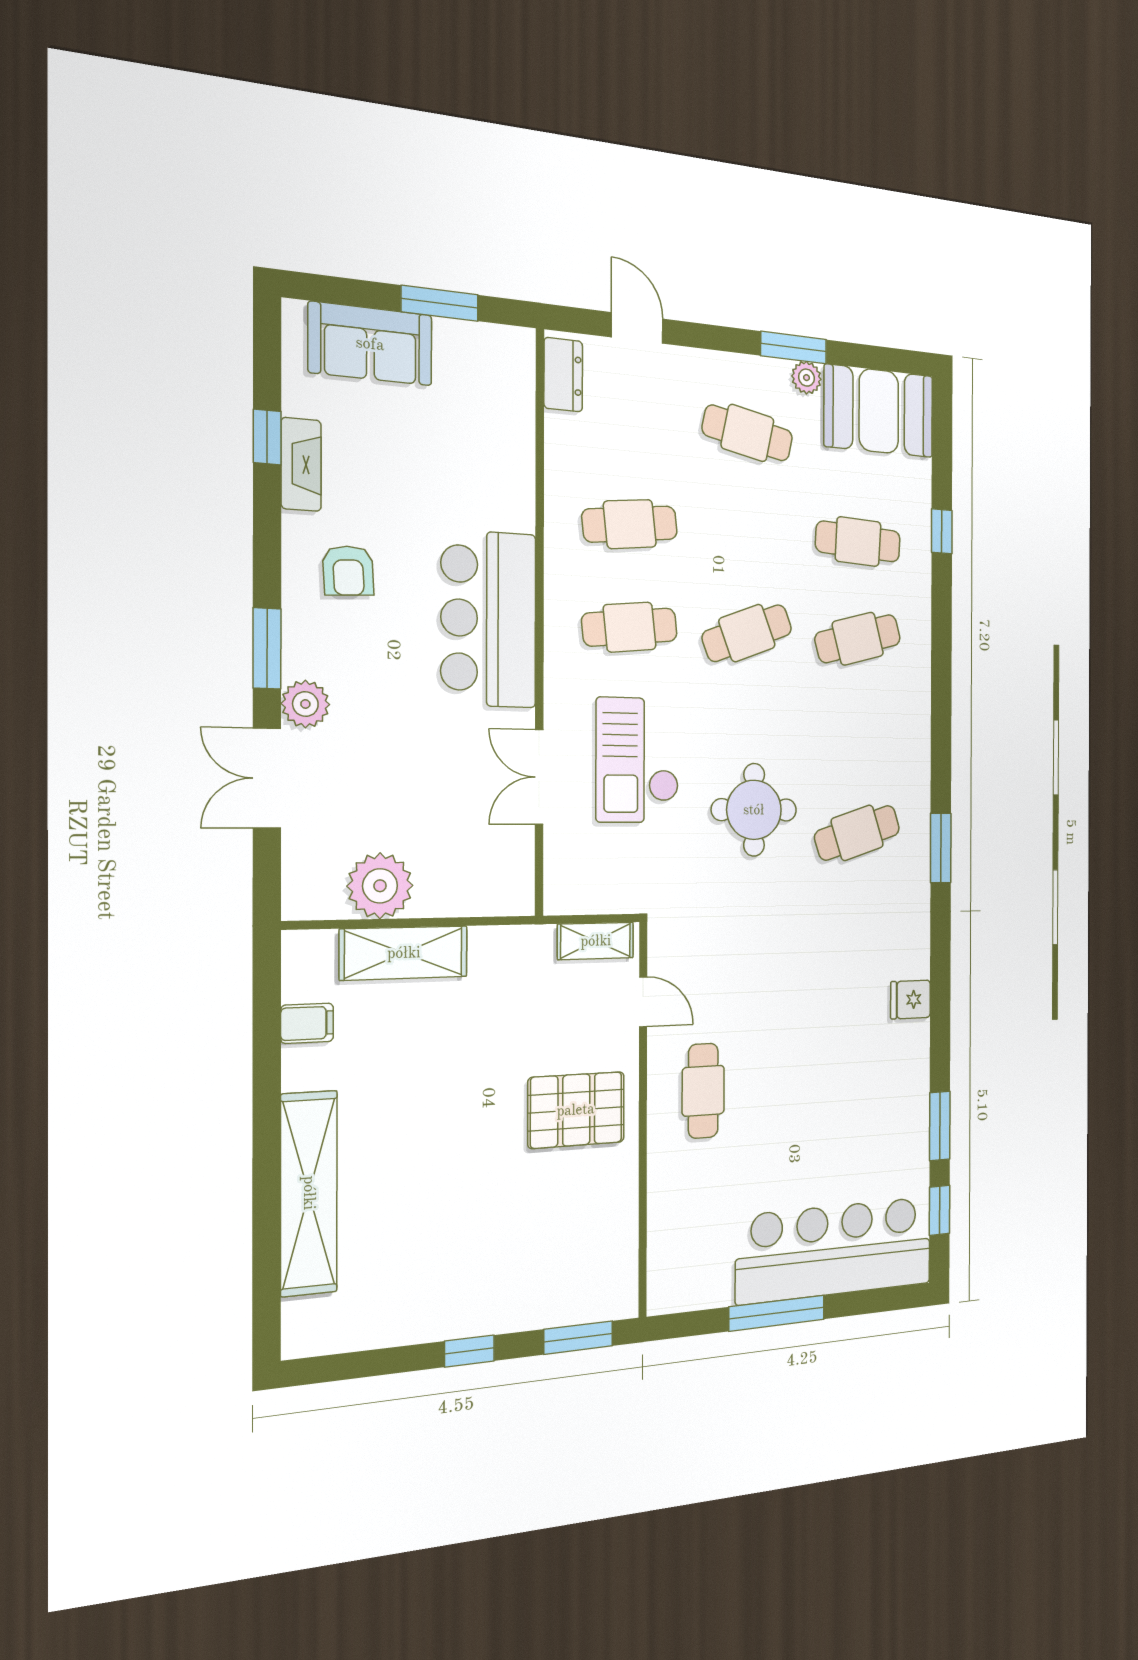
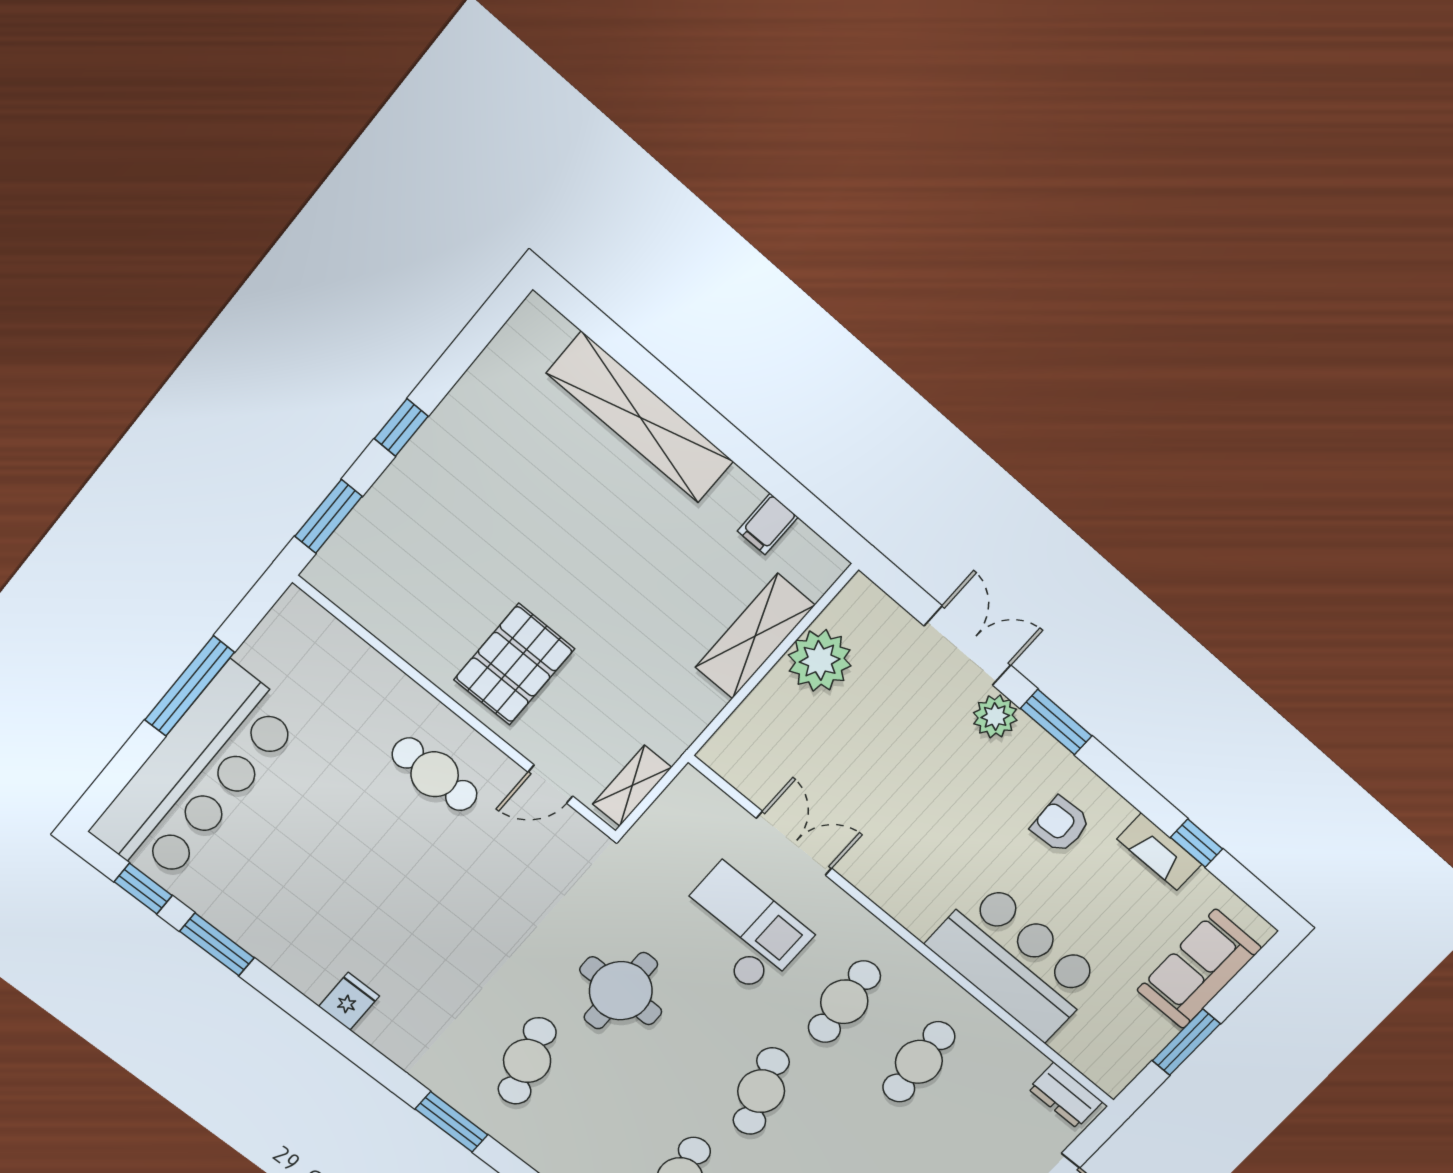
bar counter: (489, 619) -> (1016, 961), moved

